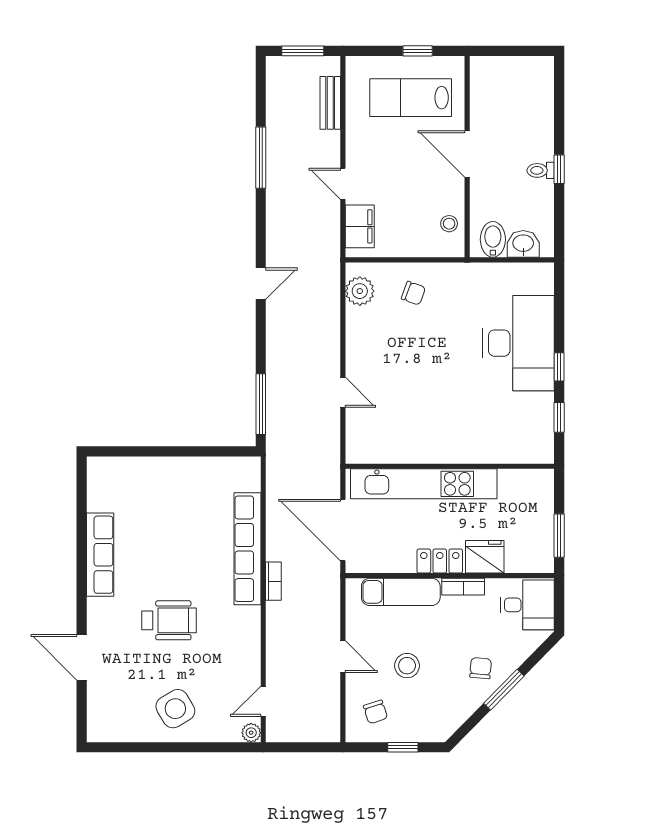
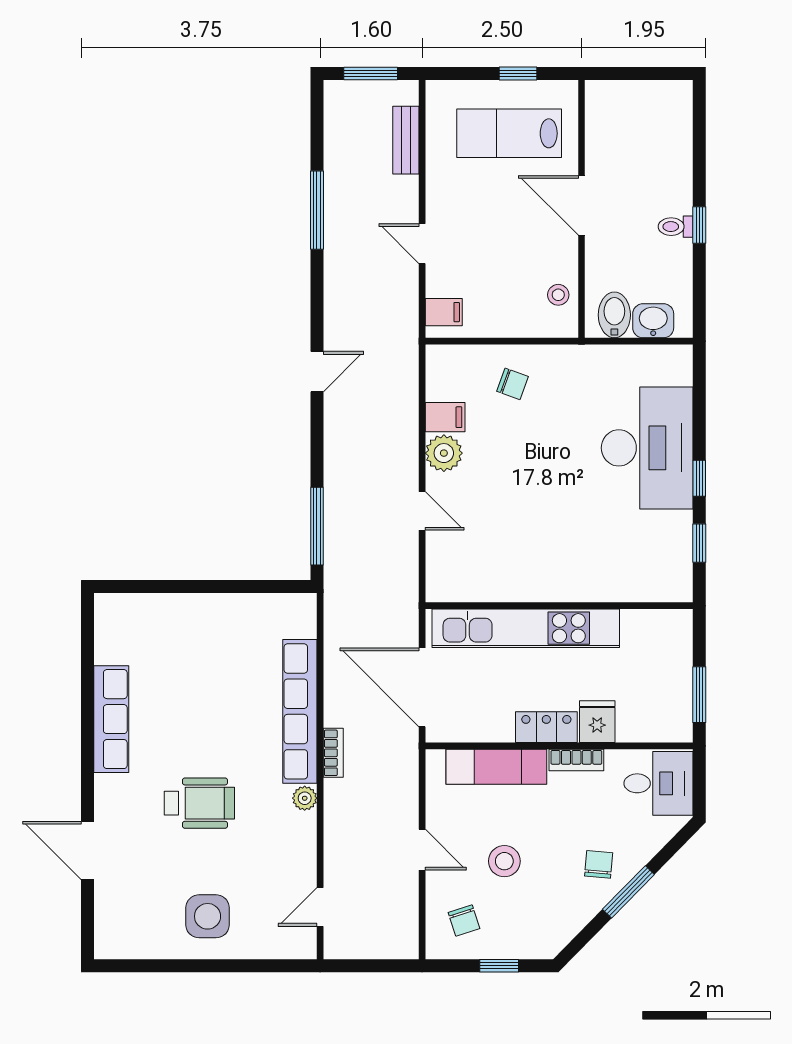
filing cabinet: (360, 226) -> (444, 312), width x0.50
plant: (360, 291) -> (444, 453), moved
filing cabinet: (361, 319) -> (445, 417), added
fridge: (485, 557) -> (597, 722), width x0.72
side table: (175, 709) -> (208, 916), turned 31
plant: (251, 733) -> (305, 798), moved

